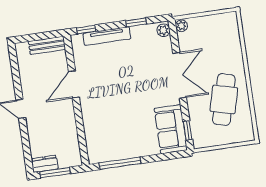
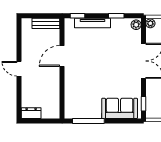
sofa: (171, 129) -> (120, 108), moved, turned 90
window: (55, 173) -> (38, 121), removed

